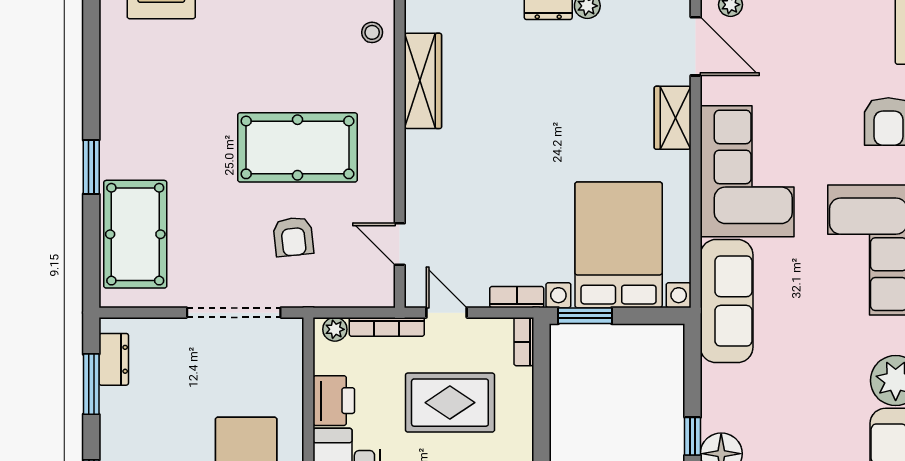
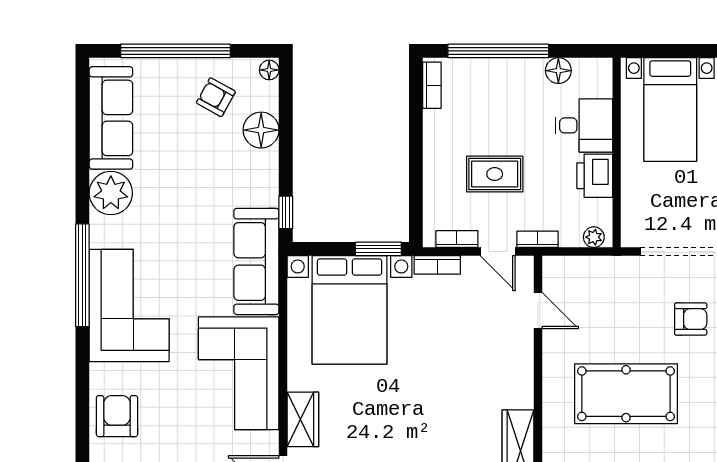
armchair: (293, 237) -> (691, 319), moved, turned 96
bookcase: (387, 327) -> (538, 239), width x0.64
bookcase: (524, 342) -> (457, 239), moved, turned -90
rug: (450, 403) -> (495, 174), width x0.73, depth x0.70
window: (693, 436) -> (286, 212), moved

